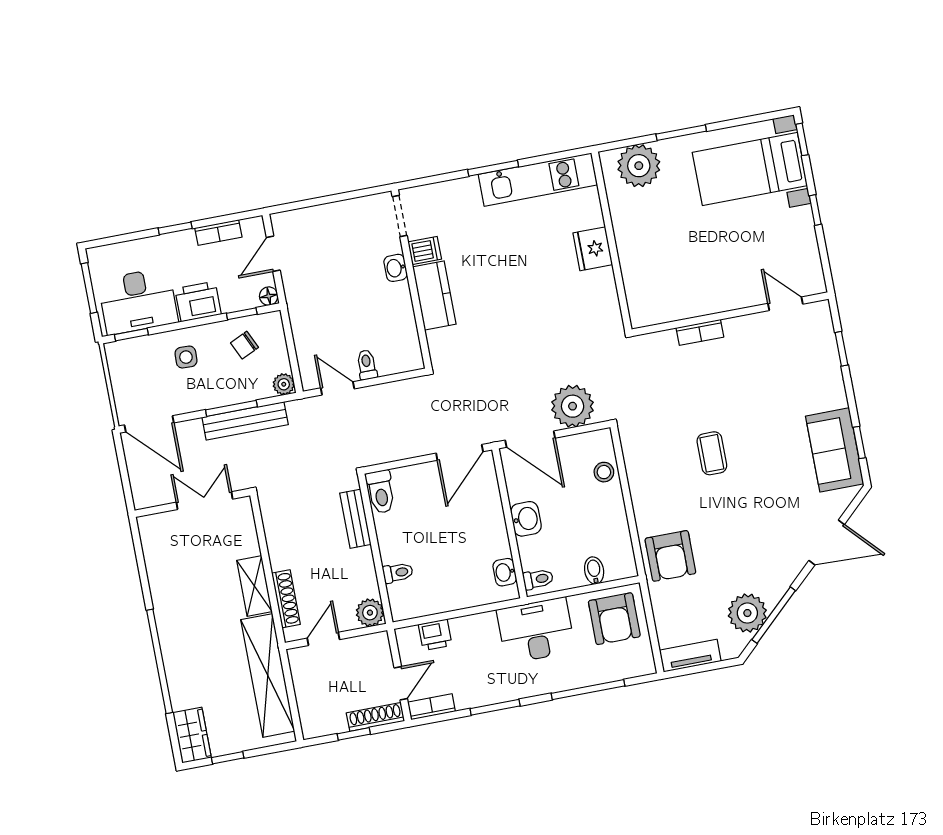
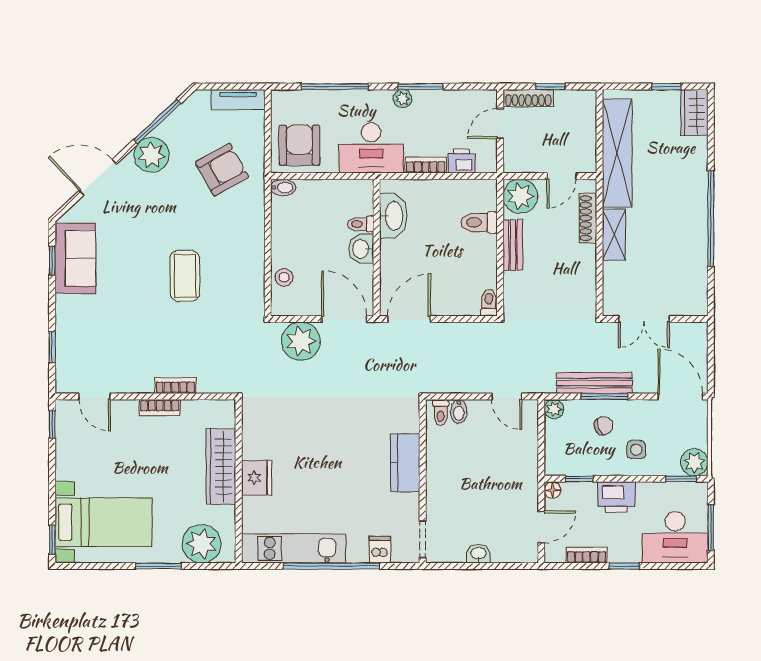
window: (493, 168) -> (331, 566), width x2.11
window: (815, 210) -> (52, 424), moved
dishwasher: (425, 251) -> (380, 550), moved, turned 90
wardrobe: (634, 253) -> (221, 467), added
washbasin: (396, 268) -> (478, 554), moved, turned -90
desk: (138, 301) -> (675, 537), moved, turned 180
bookcase: (712, 305) -> (160, 408), added
chair: (245, 345) -> (604, 426), moved
plant: (120, 355) -> (694, 462), added
bidet: (387, 362) -> (459, 411), added
toilet: (367, 365) -> (441, 413), moved
coffee table: (712, 453) -> (185, 276), width x1.36, depth x1.30
toilet: (381, 492) -> (489, 303), width x0.73, depth x0.72
bench: (355, 519) -> (513, 245), moved
armchair: (670, 556) -> (222, 170), moved, turned 61
bidet: (594, 570) -> (283, 188), moved, turned -90
washbasin: (505, 572) -> (393, 216), width x1.91, depth x1.45
toilet: (398, 573) -> (479, 222), width x1.37, depth x1.39
toilet: (538, 579) -> (361, 224), moved
plant: (370, 613) -> (520, 196), width x1.36, depth x1.36
plant: (747, 613) -> (152, 155), moved
window: (160, 661) -> (711, 218), moved
plant: (512, 690) -> (402, 99), added
bookcase: (431, 707) -> (426, 165), moved, turned 180

